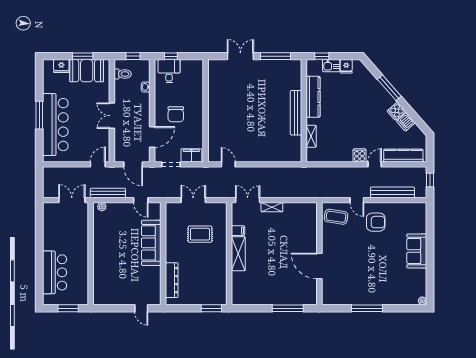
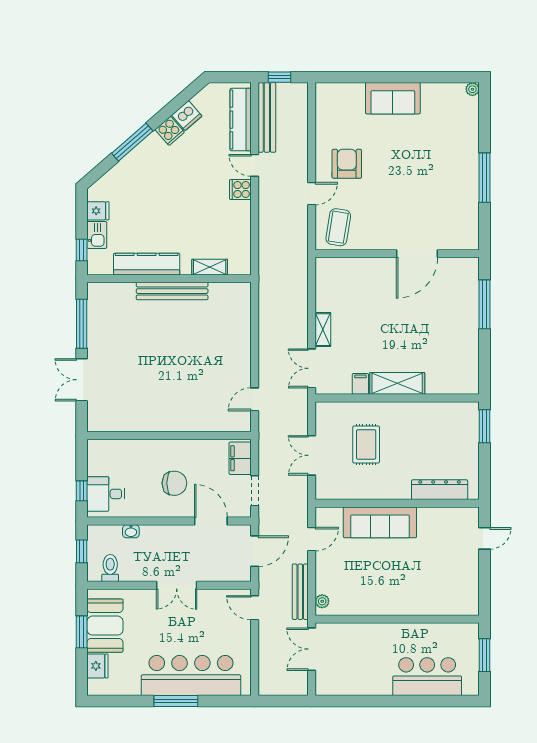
bench: (392, 192) -> (267, 117), moved

